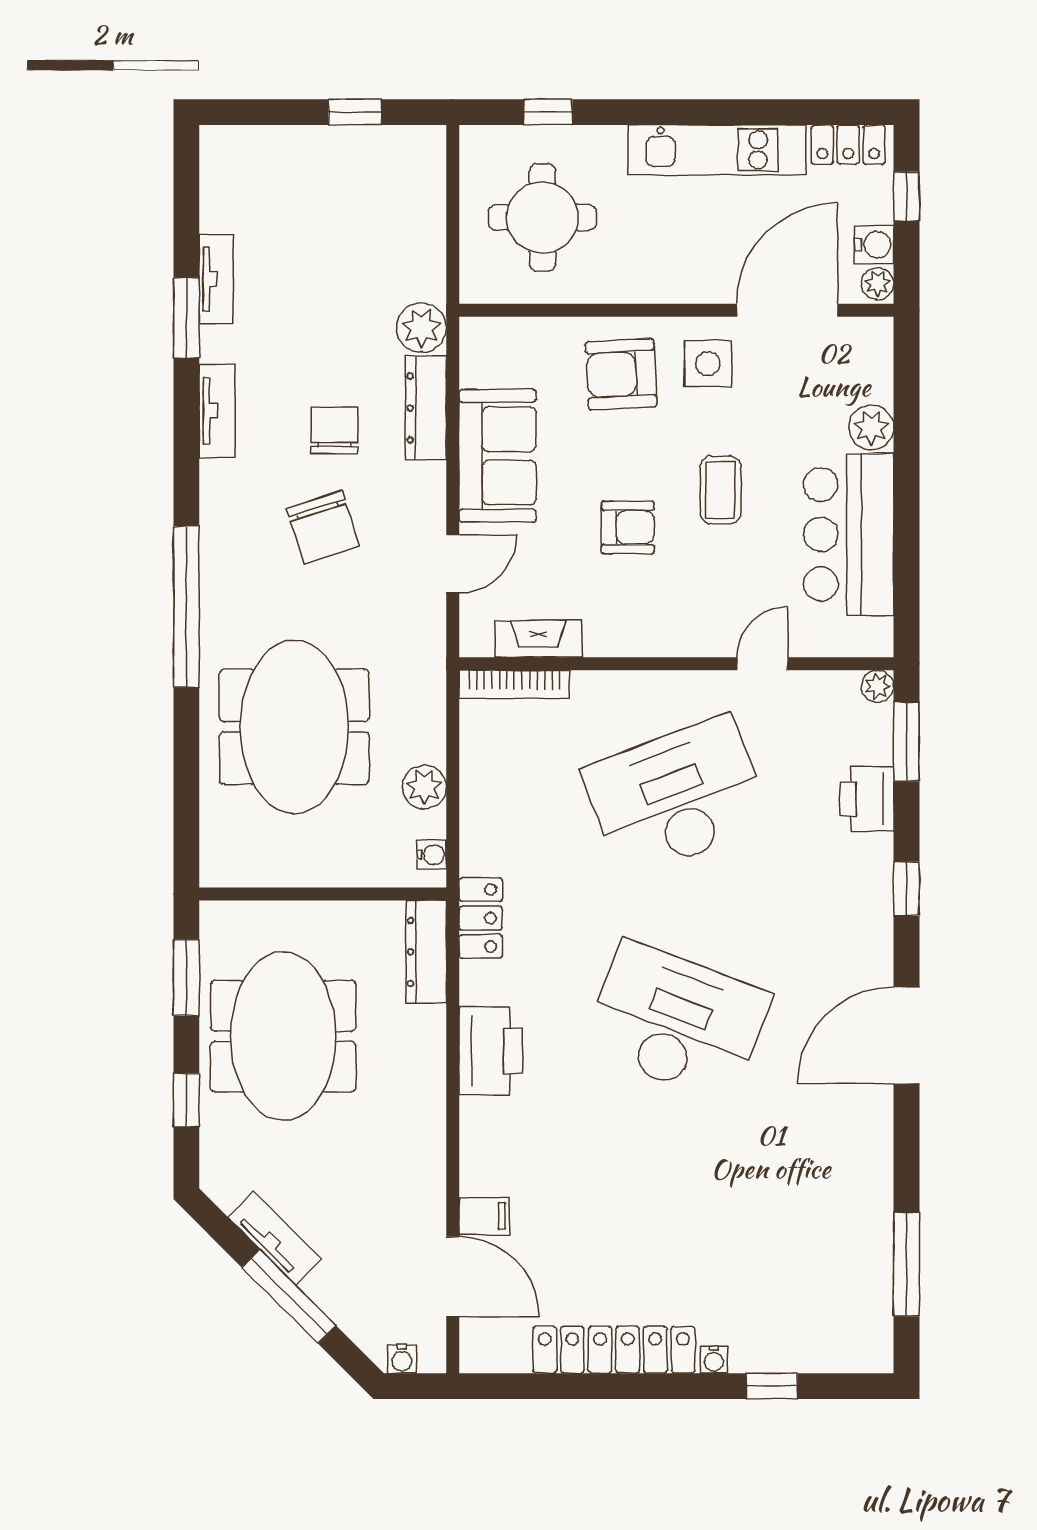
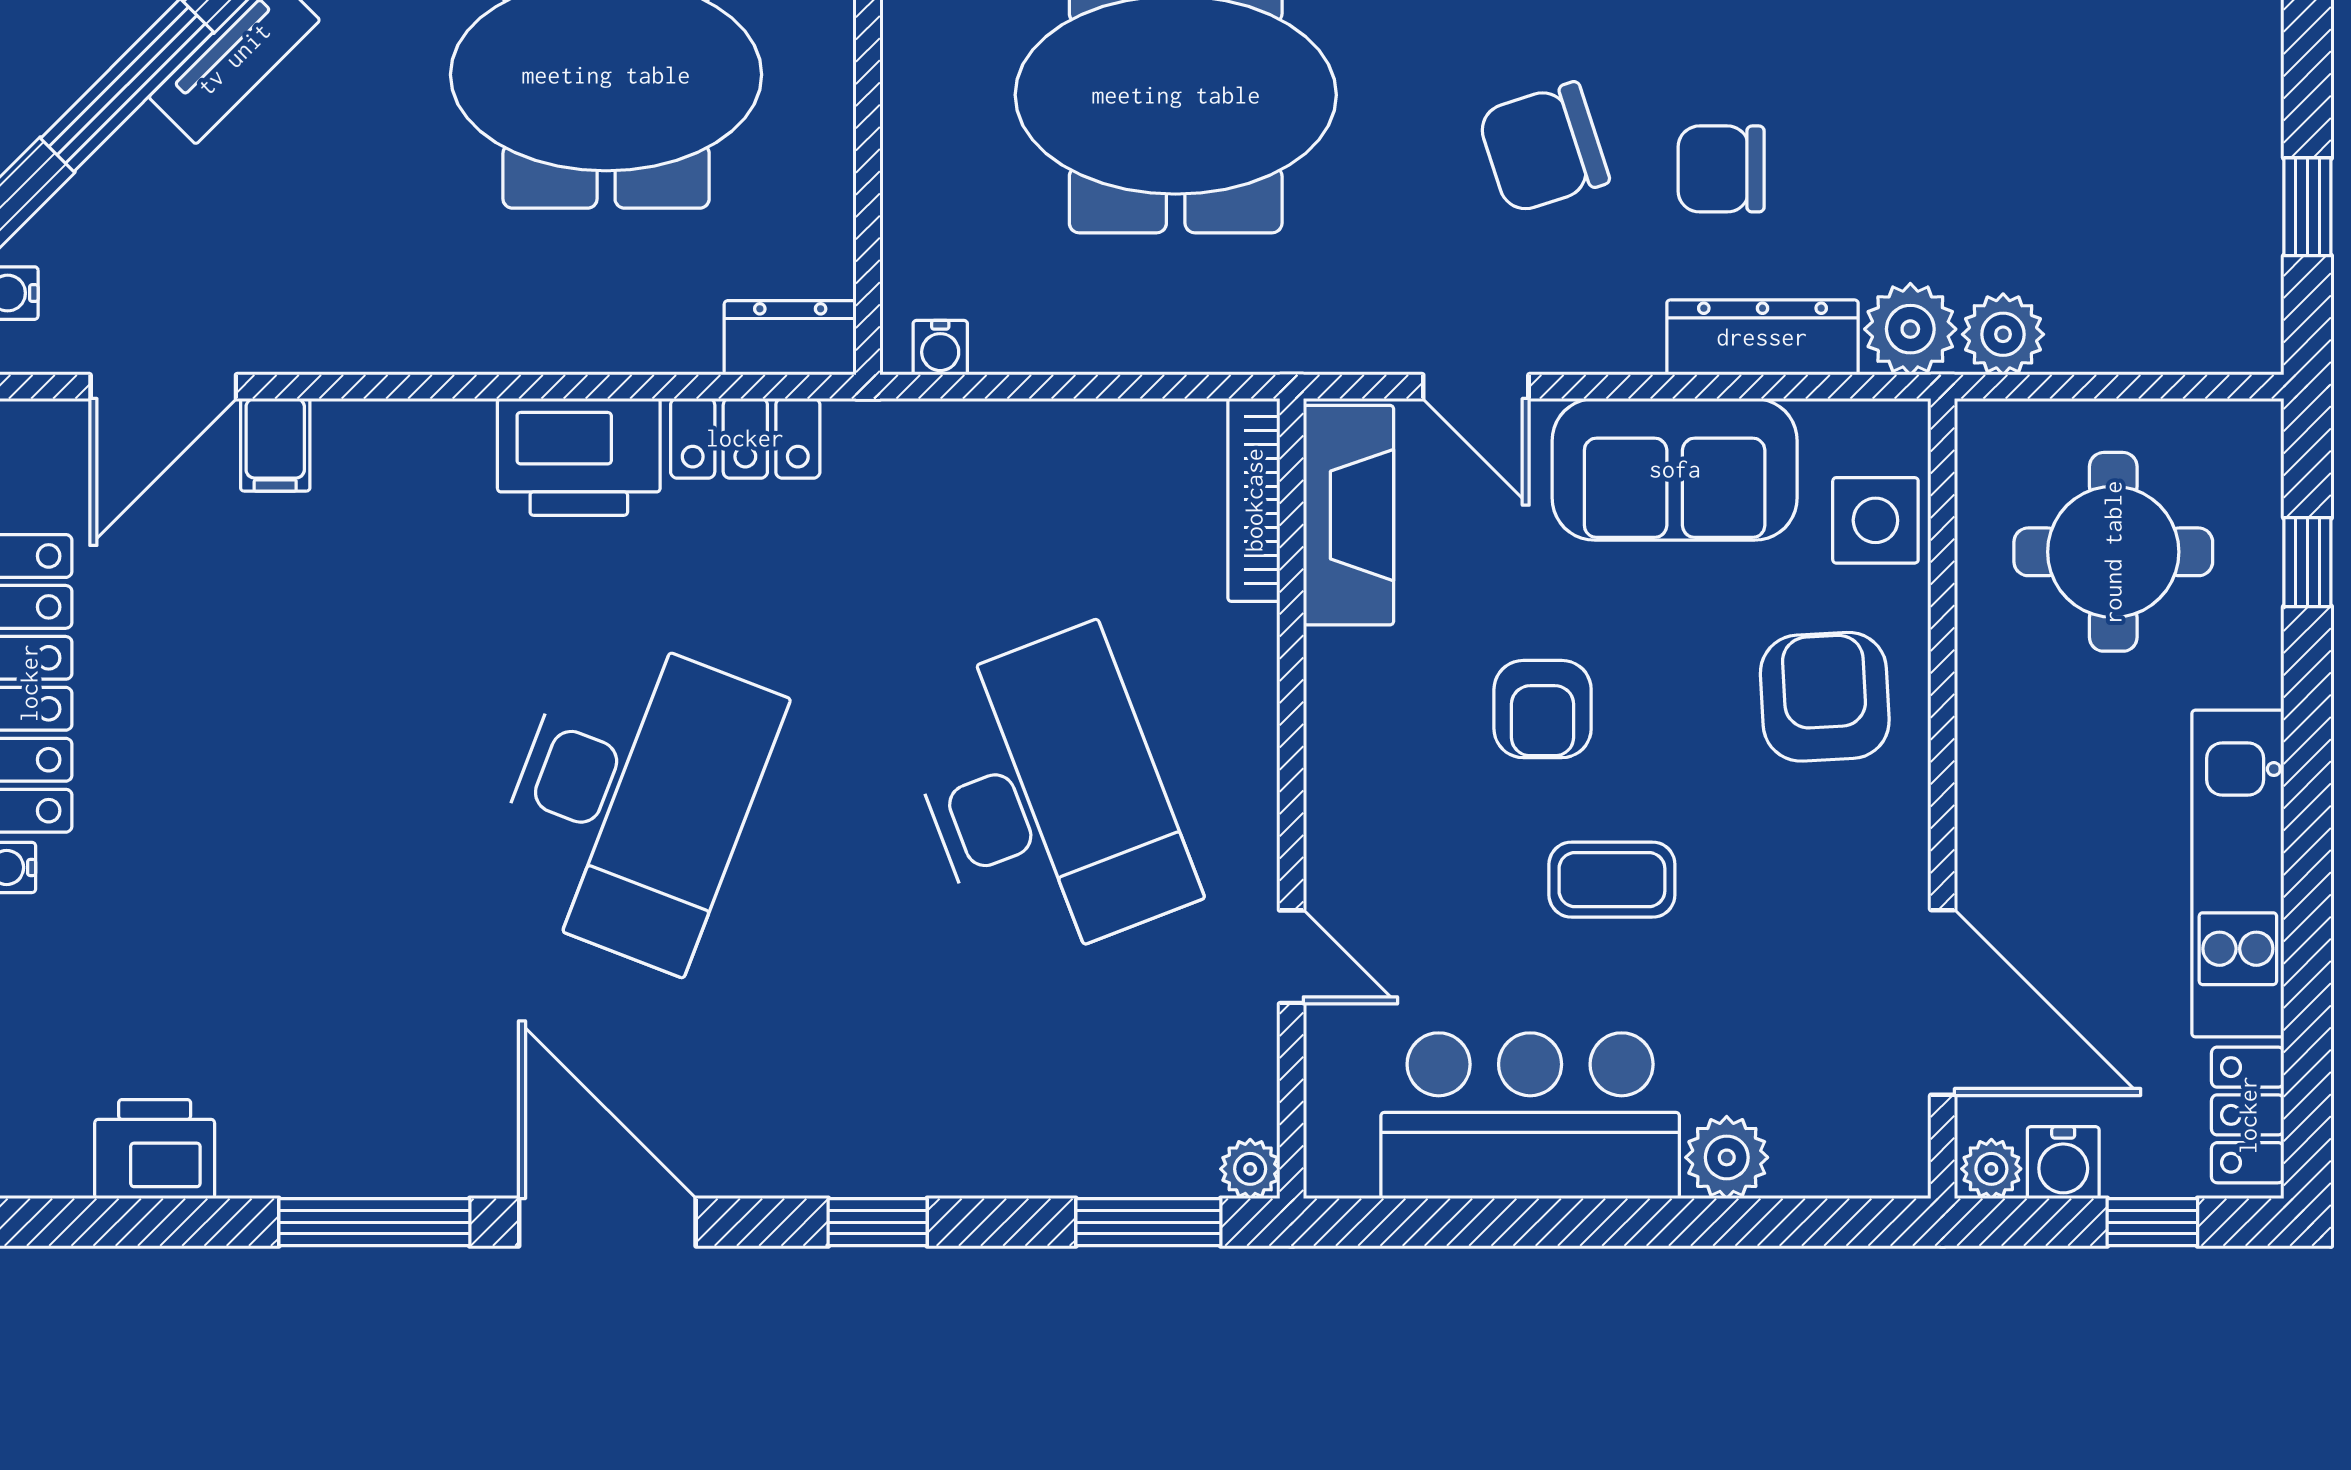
side table: (708, 364) -> (1875, 520), moved
chair: (334, 431) -> (1721, 169), turned 180
fireplace: (539, 639) -> (1348, 515), width x1.37, depth x1.32
plant: (424, 787) -> (2003, 334), moved
printer: (867, 799) -> (155, 1149), moved
locker: (481, 918) -> (745, 438), moved
dresser: (426, 952) -> (790, 338), width x0.70
window: (906, 1264) -> (374, 1222), moved

